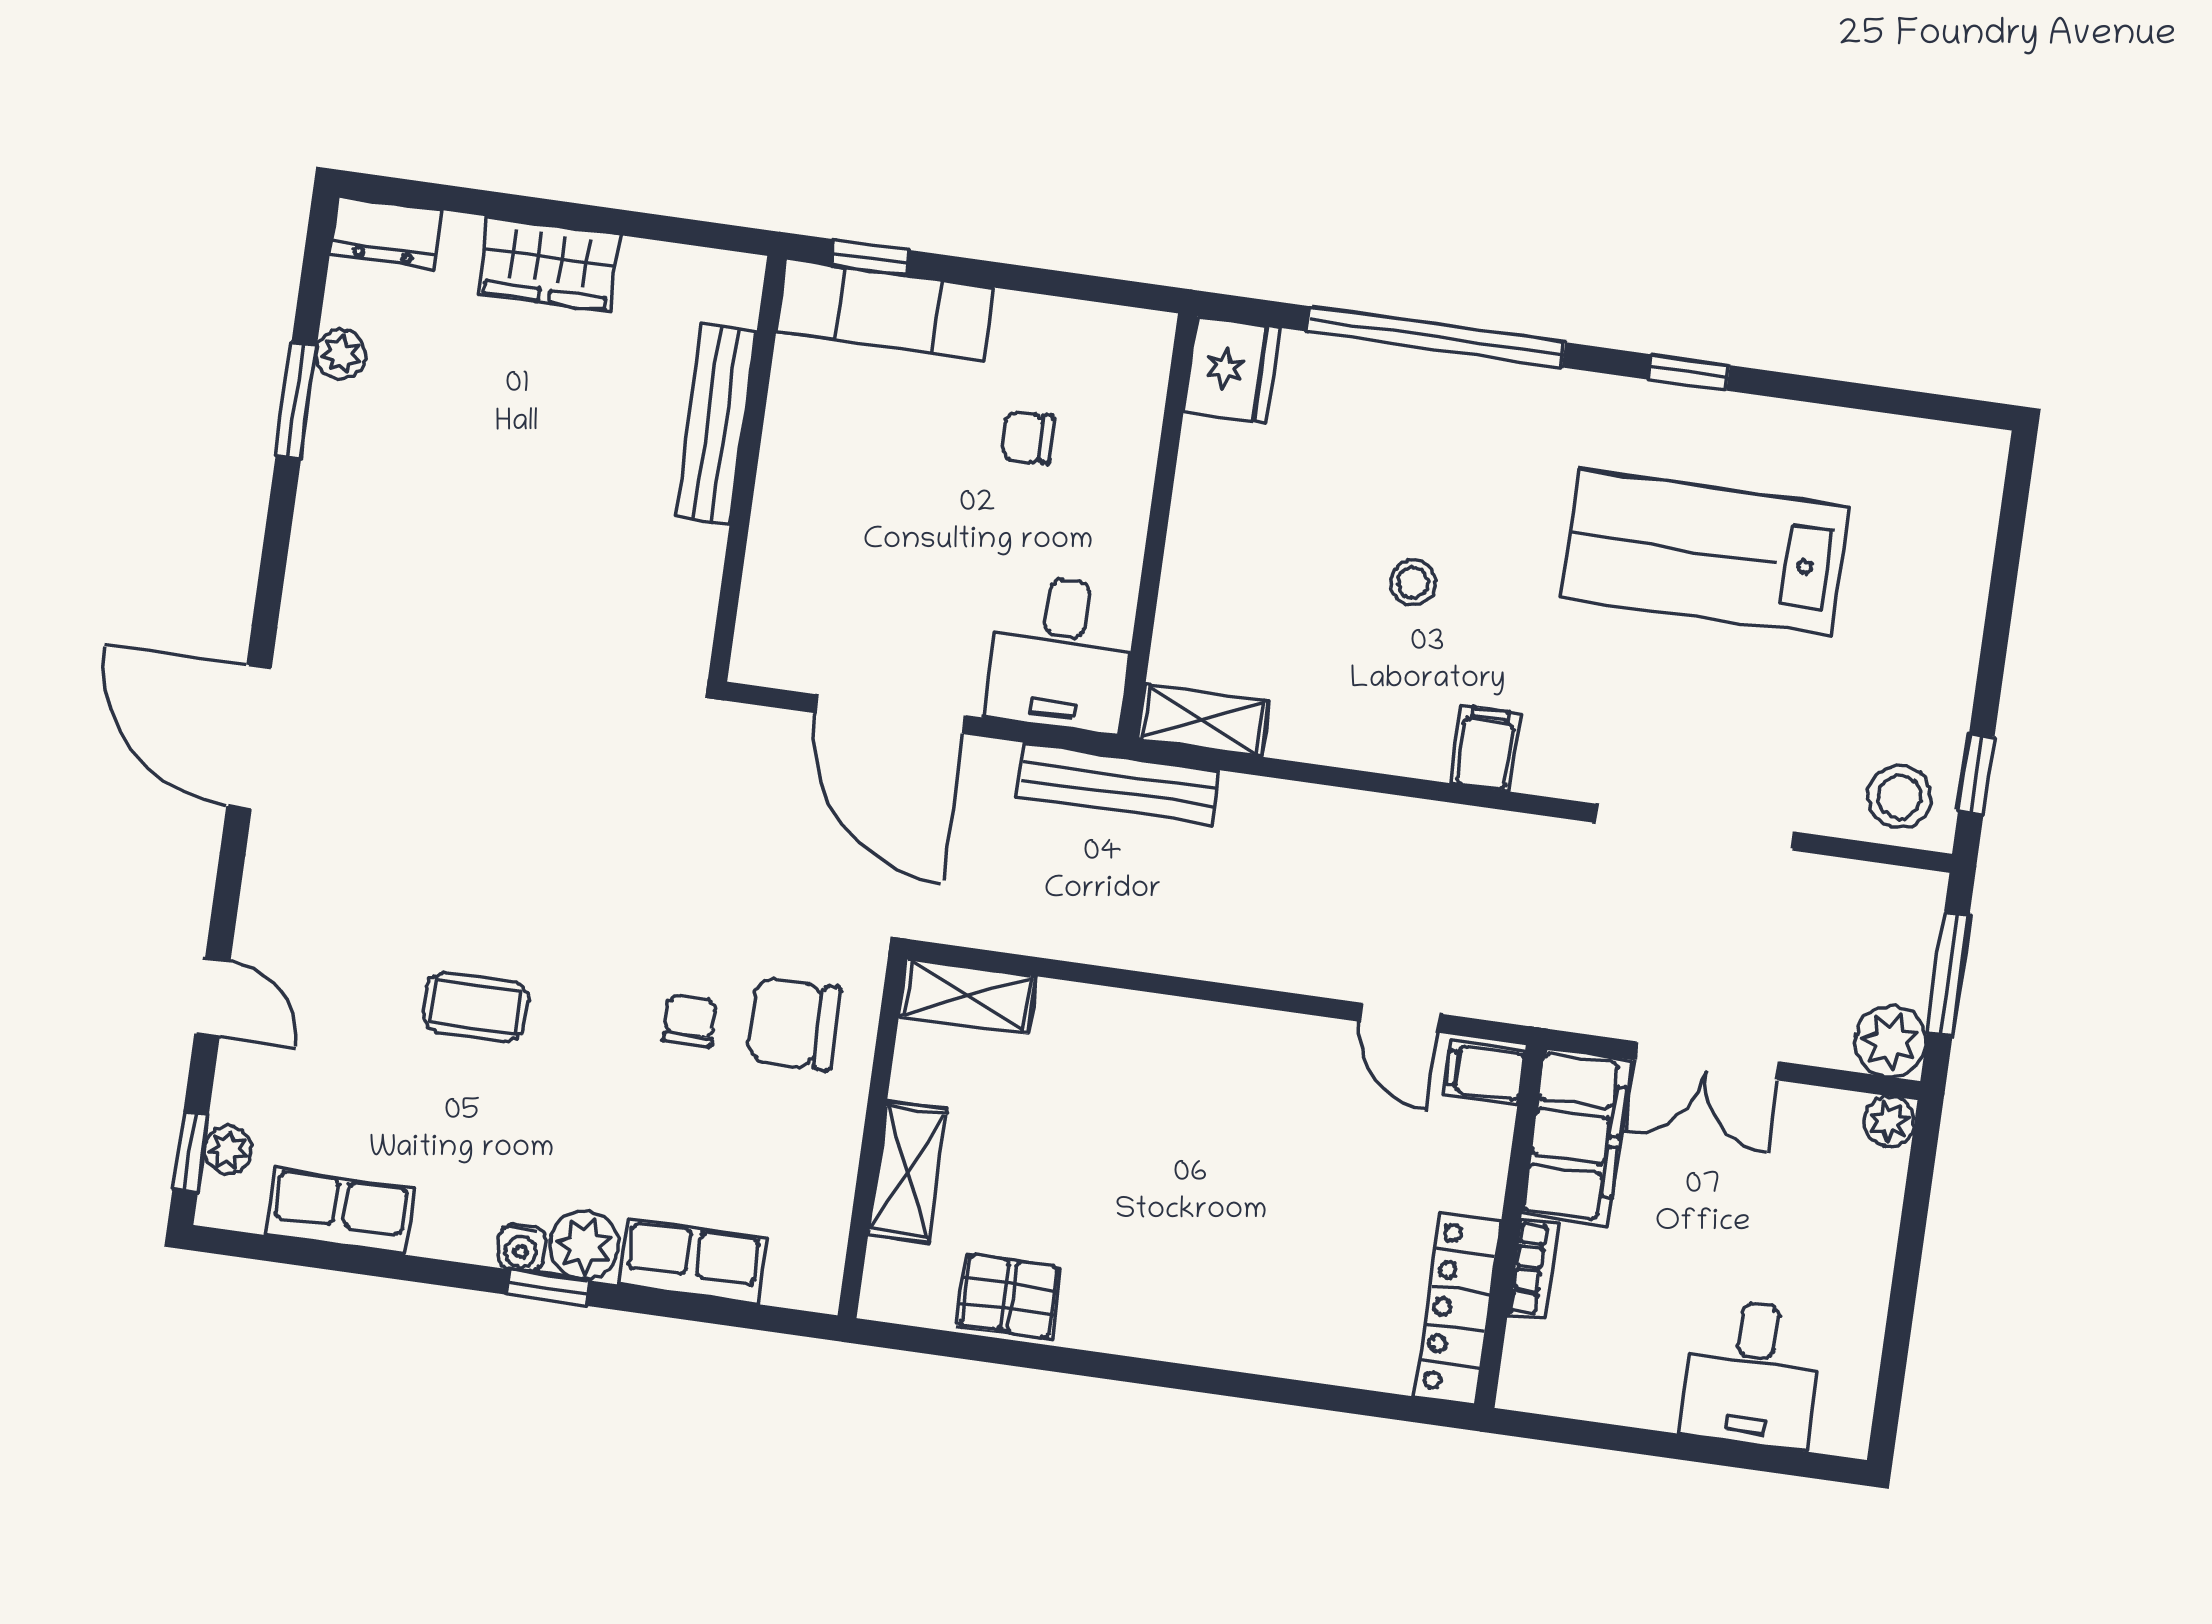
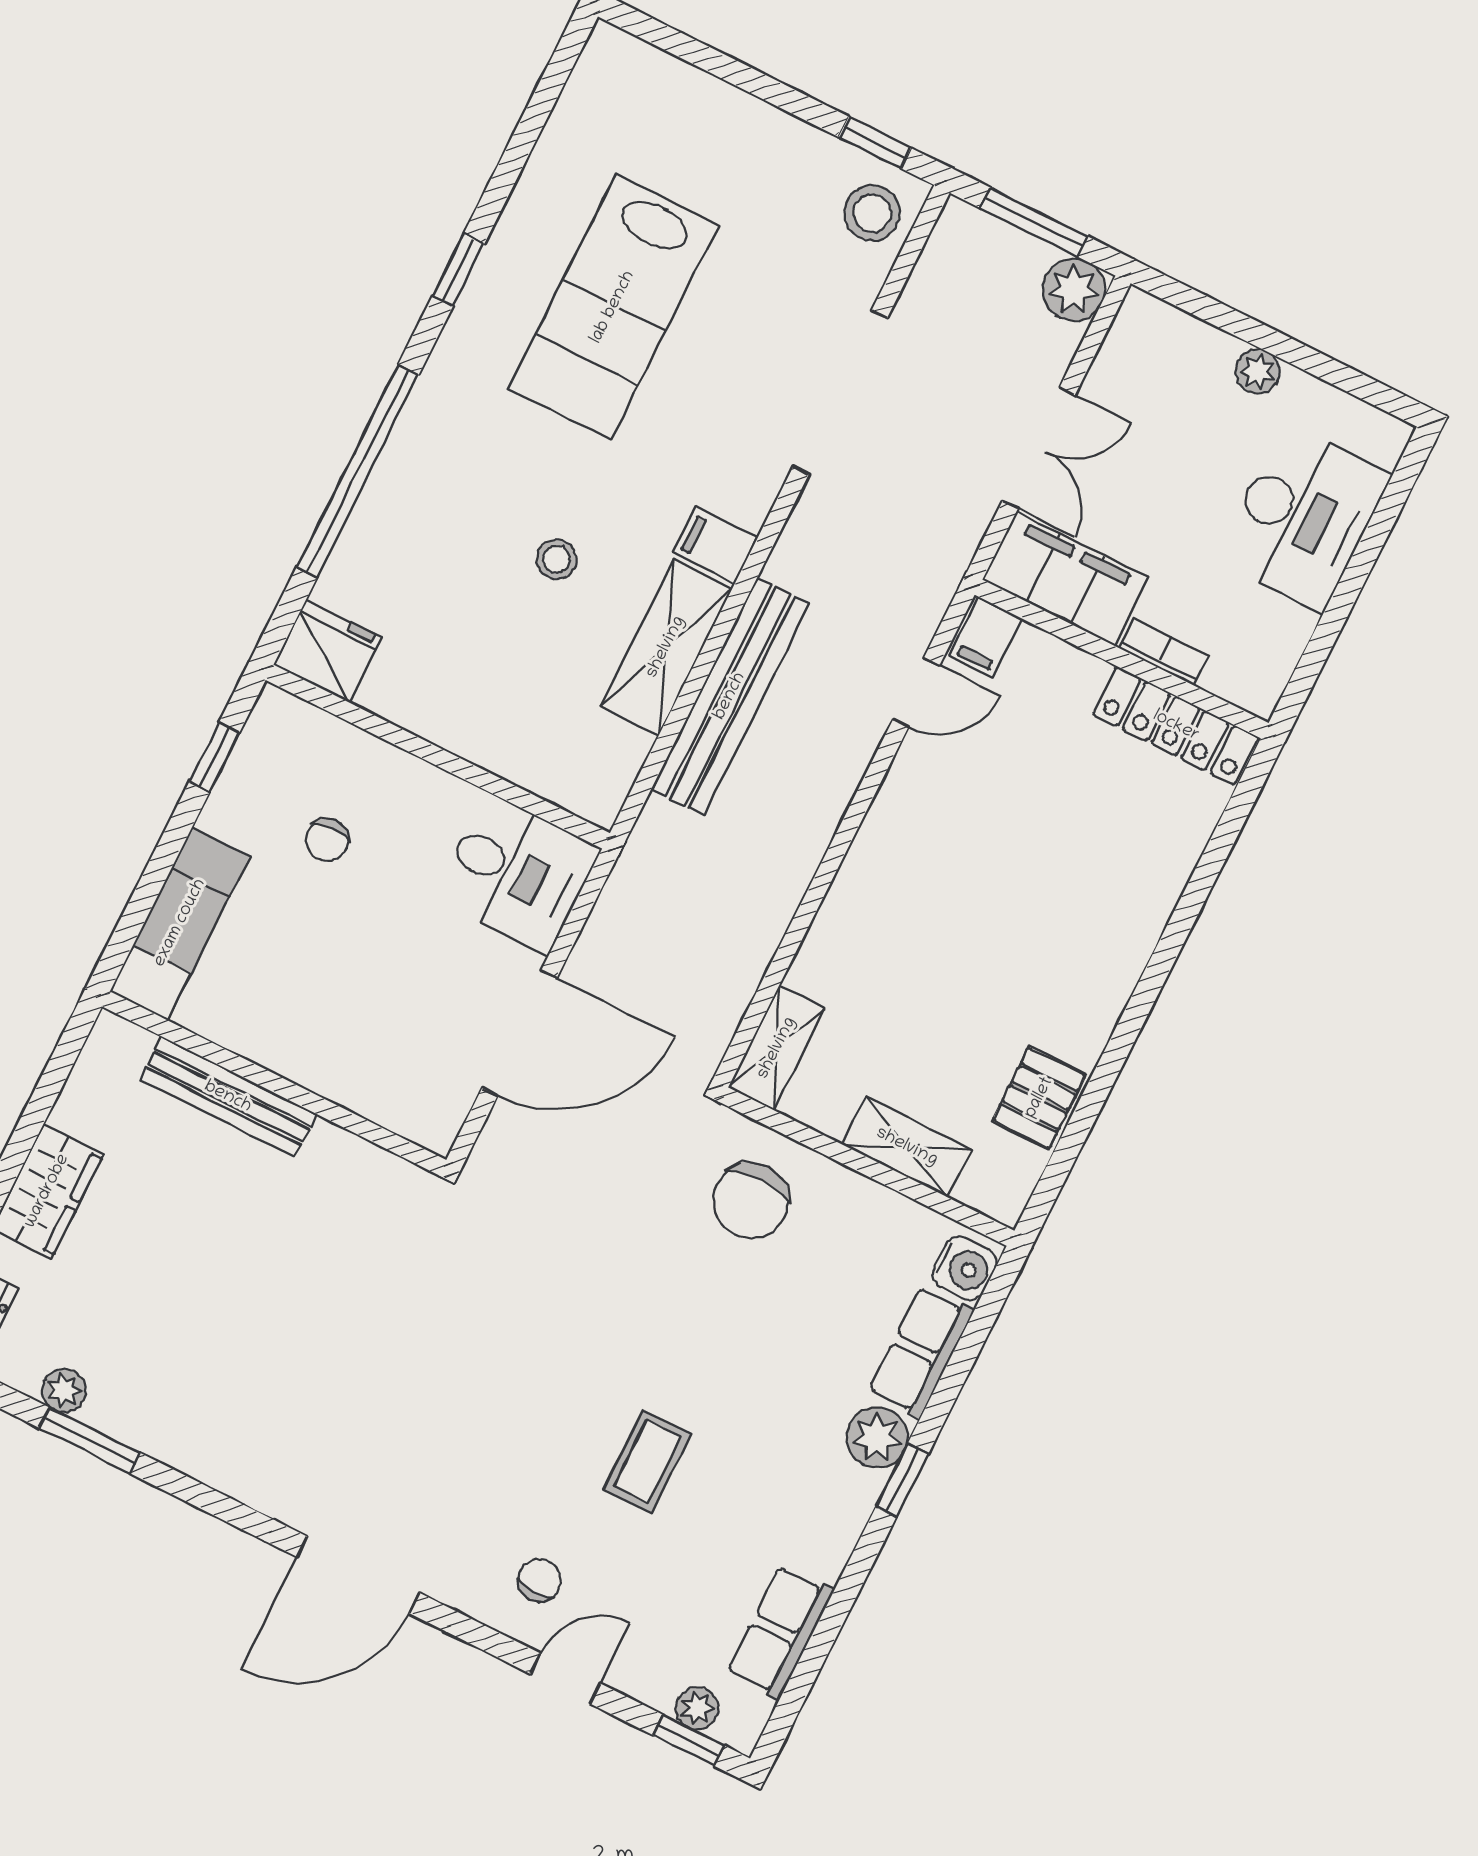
window: (870, 257) -> (214, 757), moved
shelving: (1203, 720) -> (666, 647), moved, width x1.50, depth x1.33
bench: (1118, 784) -> (730, 696), moved, width x1.37, depth x1.21
chair: (690, 1021) -> (539, 1580), moved, turned 90
plant: (1889, 1121) -> (1258, 371), moved
water cooler: (521, 1248) -> (965, 1268), moved, width x1.38, depth x1.38
desk: (1752, 1374) -> (1303, 517), width x1.37

